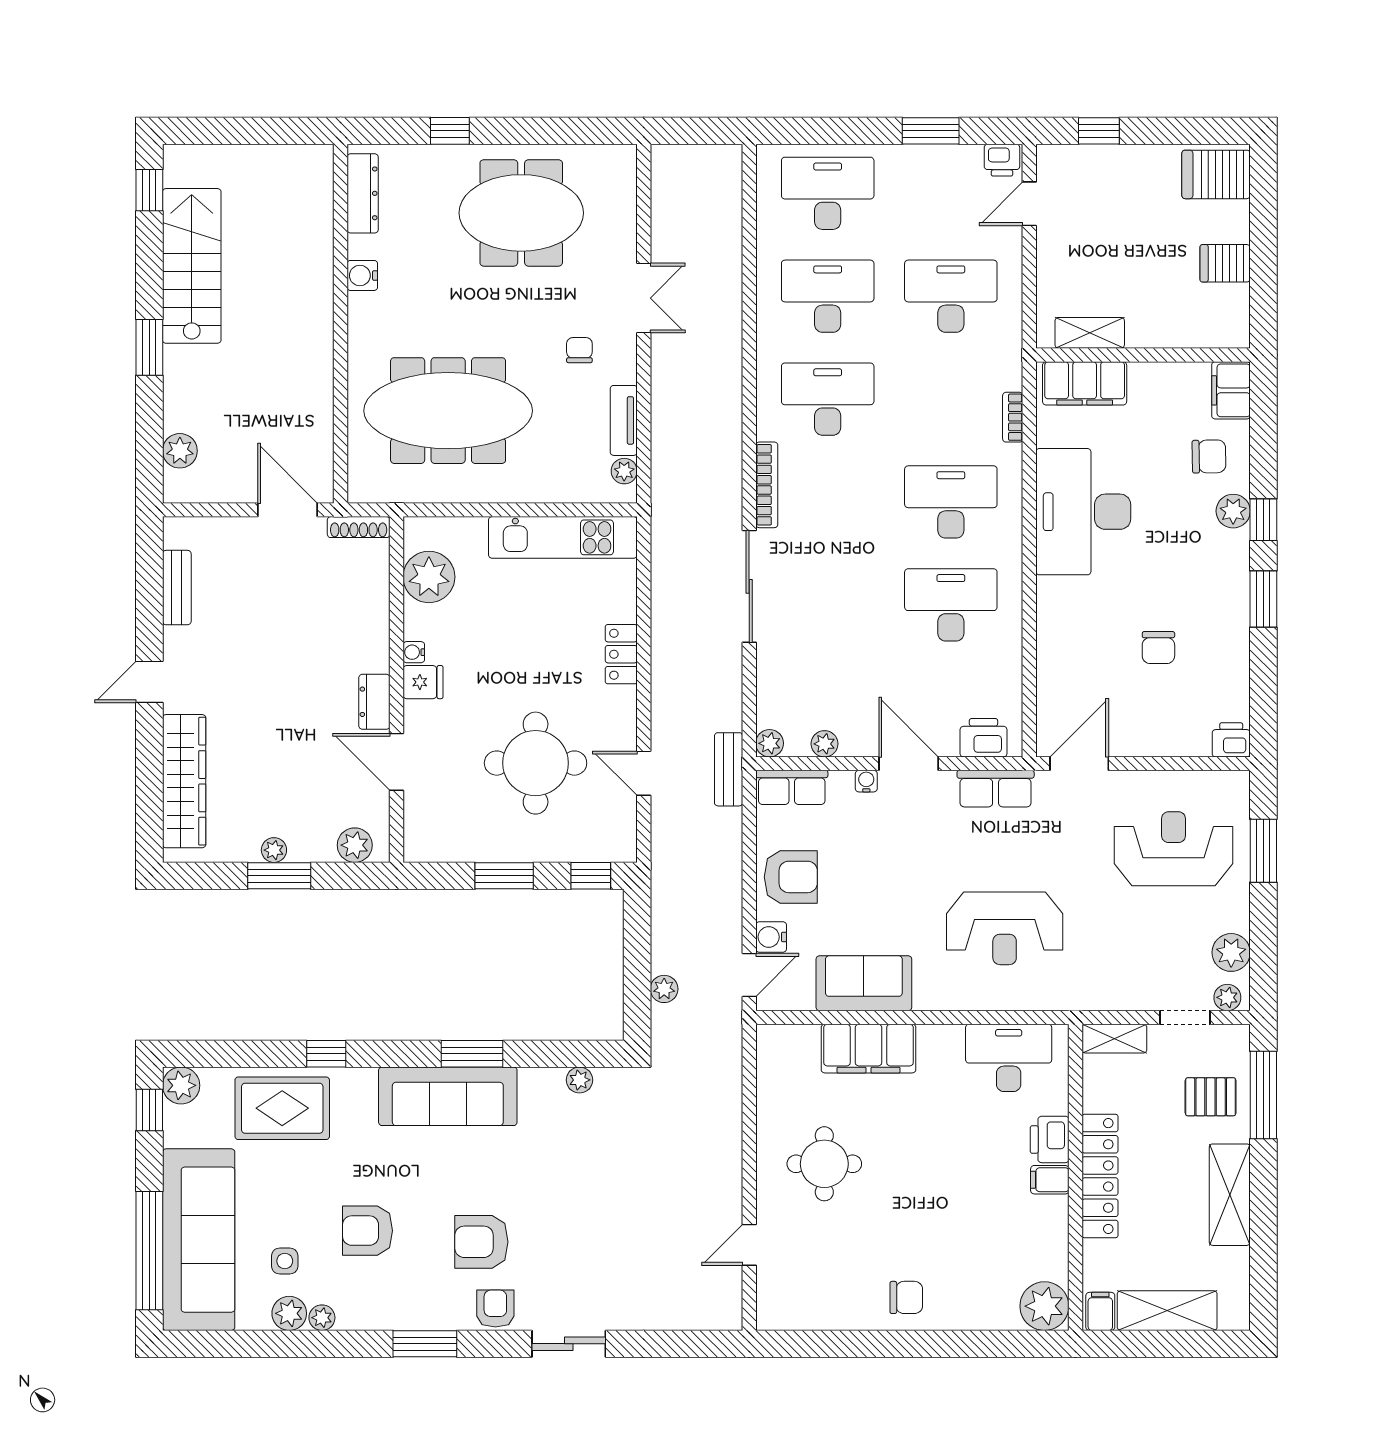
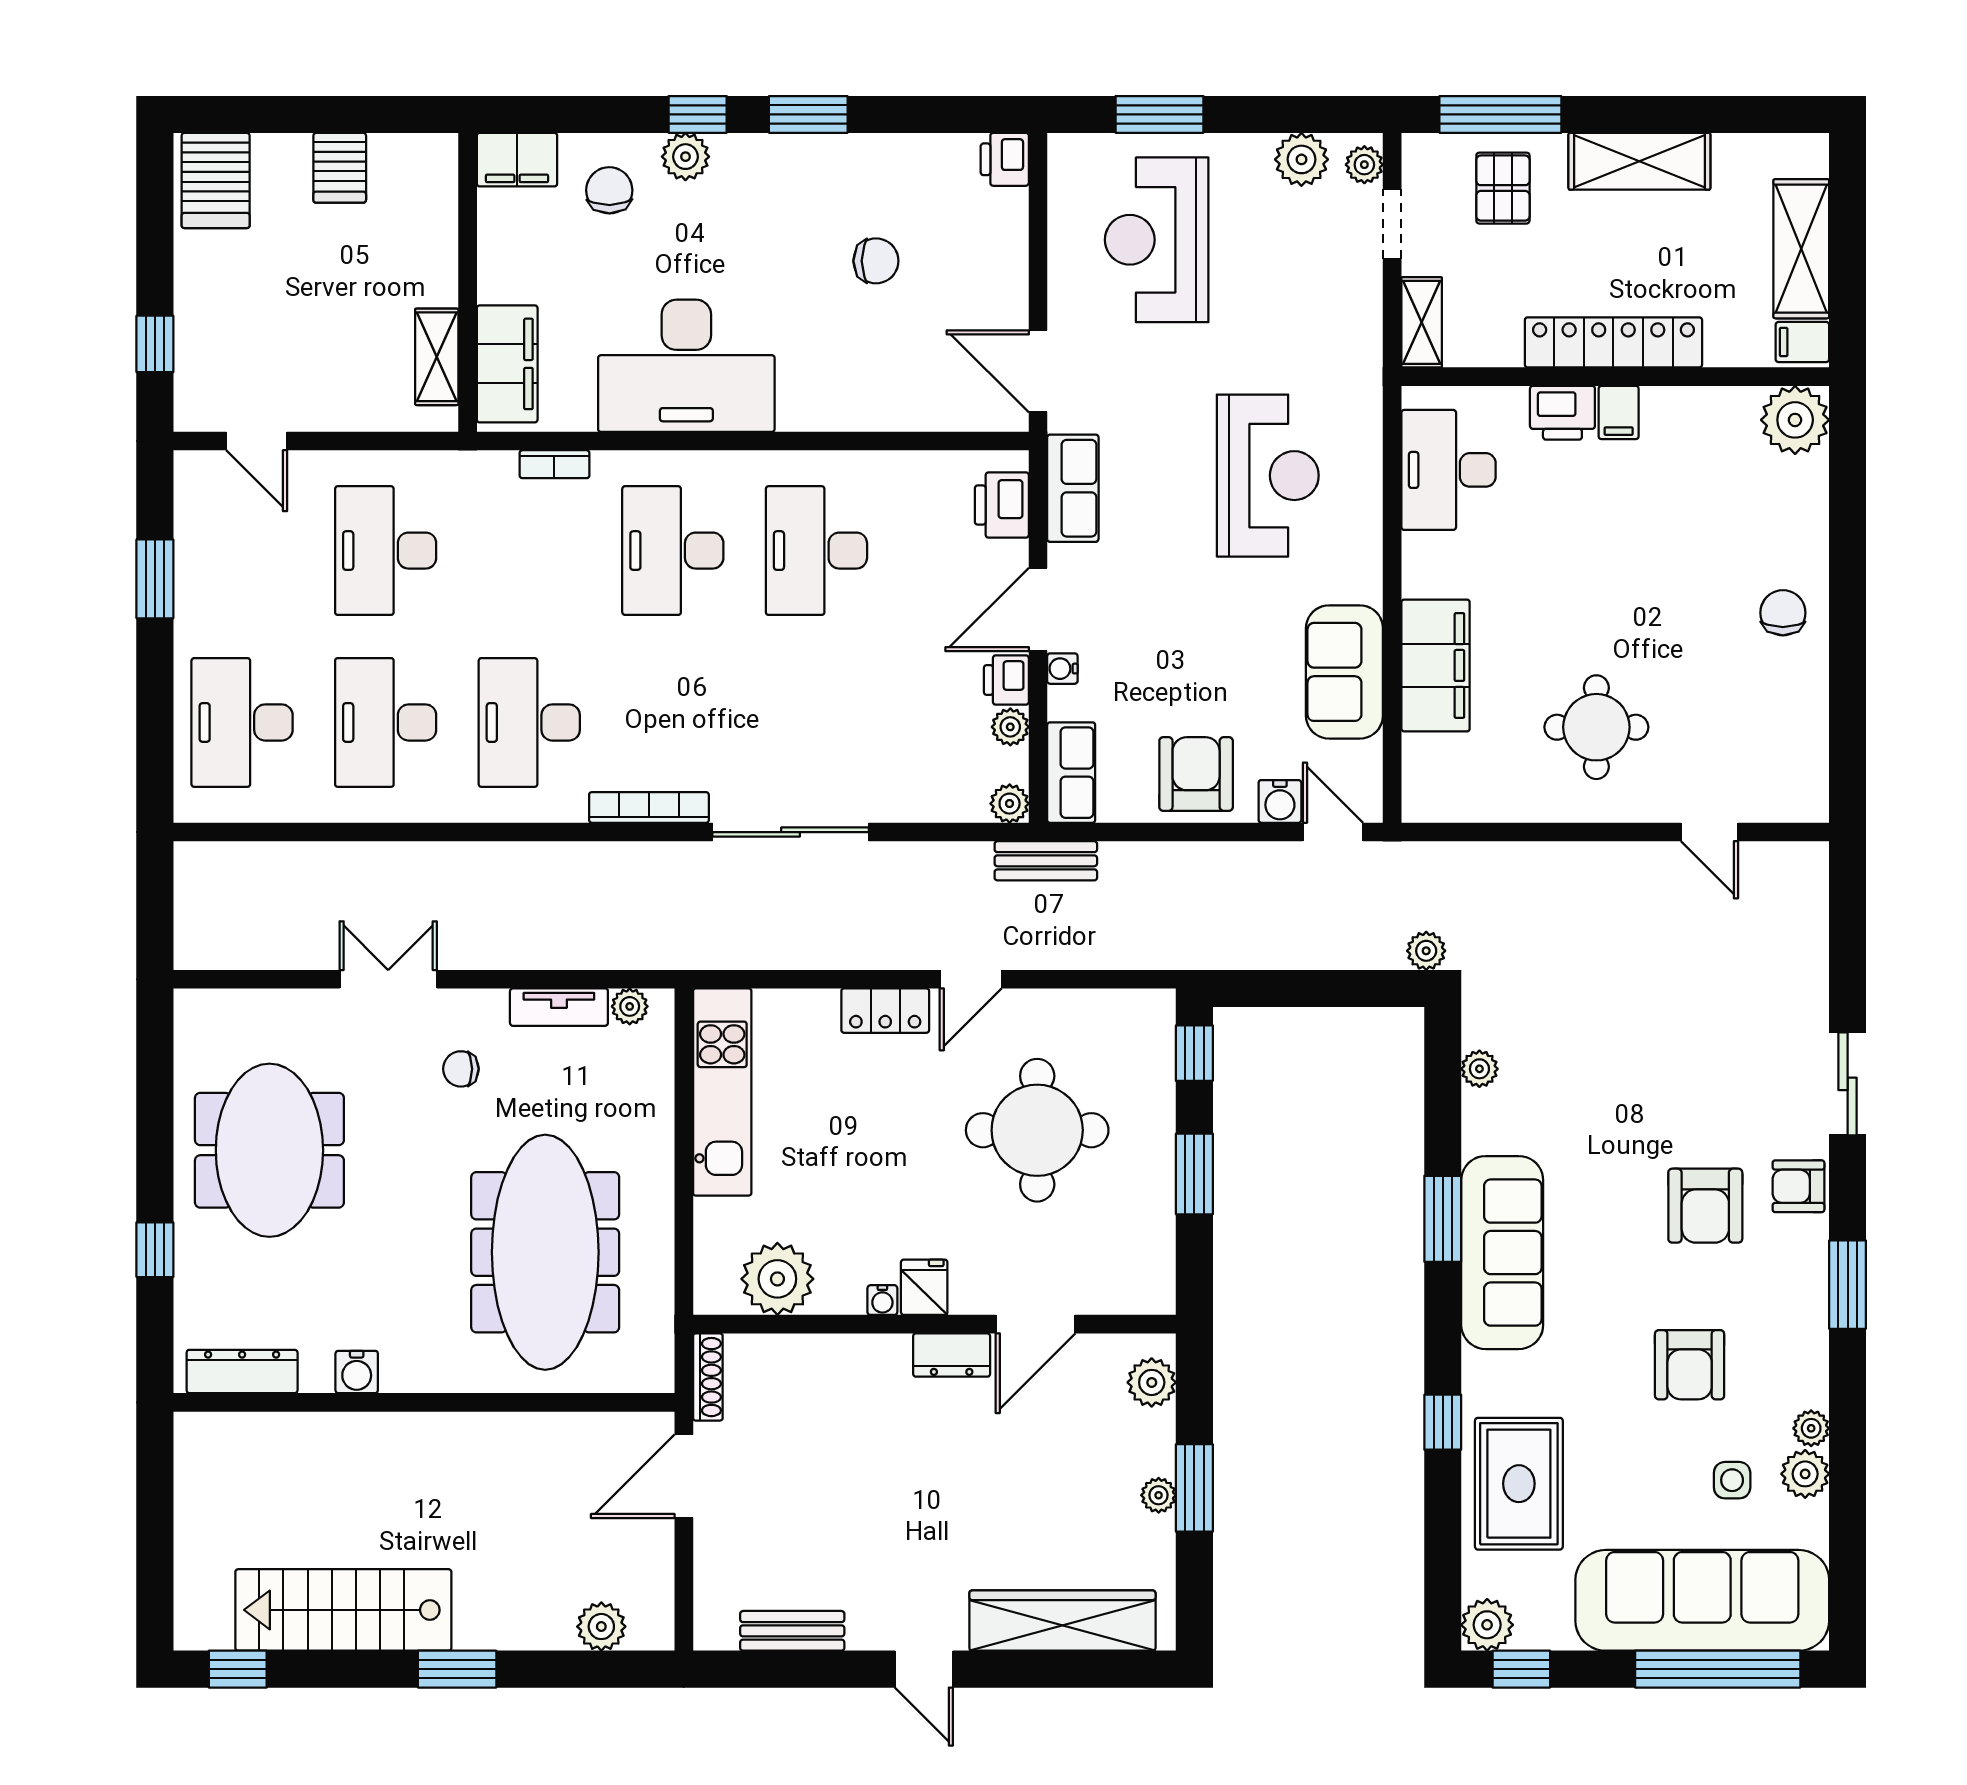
printer: (1002, 160) -> (1006, 680), moved, turned 180
door: (644, 773) -> (971, 979), moved
plant: (664, 989) -> (1426, 951), moved

